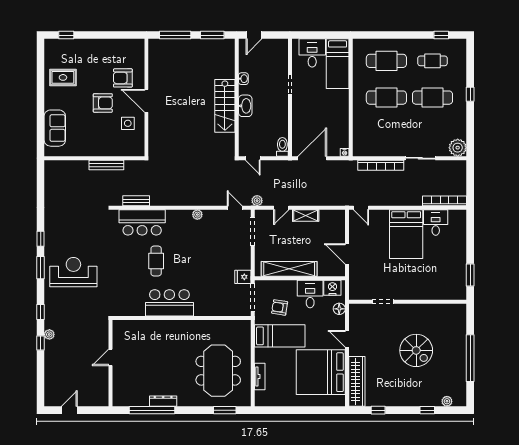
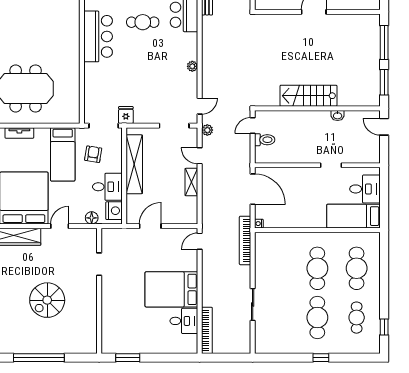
washbasin: (245, 106) -> (308, 117), removed
toilet: (282, 147) -> (265, 140), moved
plant: (458, 148) -> (264, 344), removed
bookcase: (381, 165) -> (245, 240), moved

